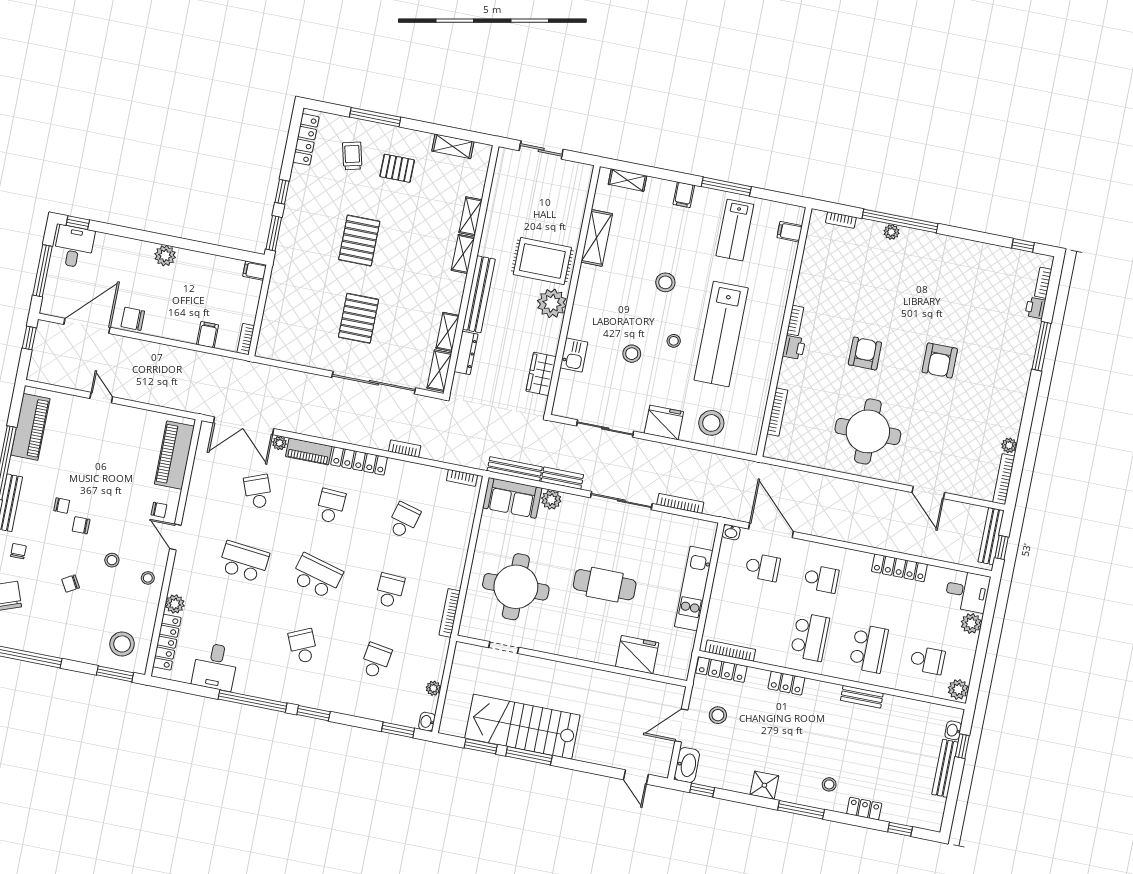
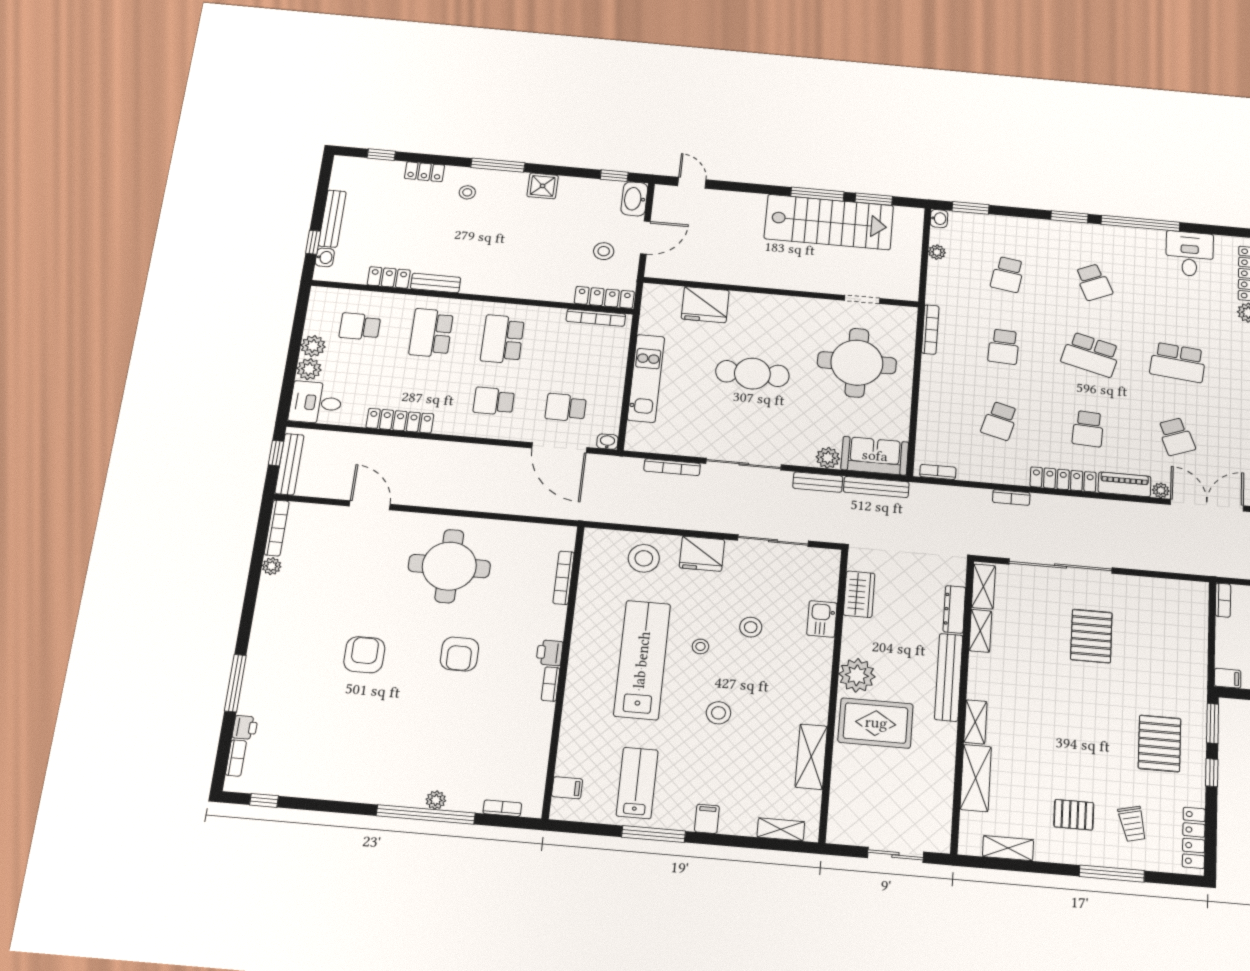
shelving: (471, 216) -> (976, 778), width x1.50, depth x1.33
pallet: (359, 241) -> (1159, 743), moved
locker: (786, 683) -> (389, 277), moved
plant: (958, 689) -> (313, 346), moved

